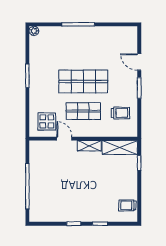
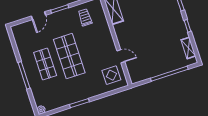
shop shelf: (83, 111) -> (45, 64), moved
door: (64, 139) -> (121, 56), swing flipped
shelving: (89, 146) -> (188, 48), moved

